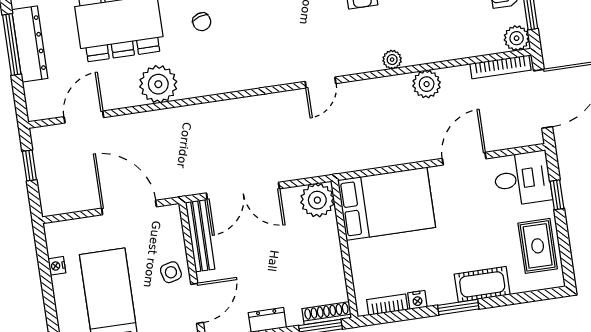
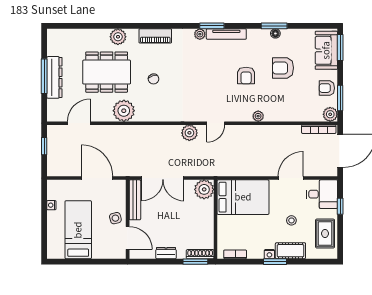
plant: (427, 84) -> (189, 133), moved
stool: (476, 232) -> (291, 220), added
nightstand: (417, 300) -> (269, 254), moved
door: (197, 303) -> (128, 238), hinge flipped

